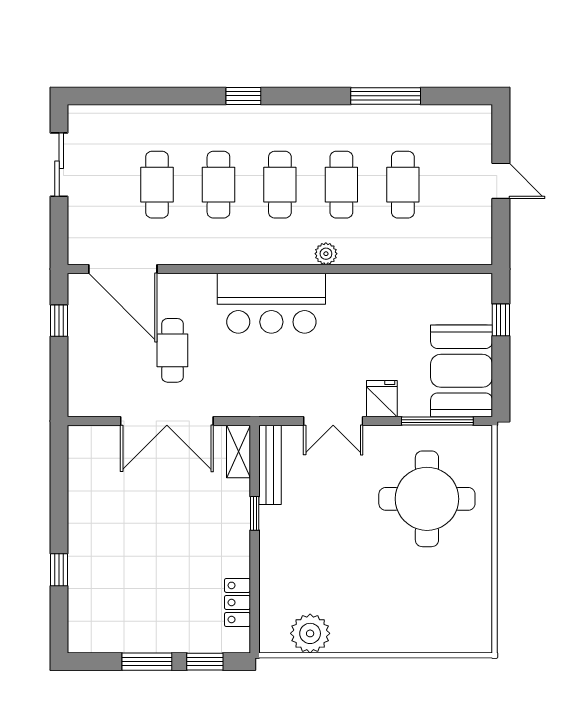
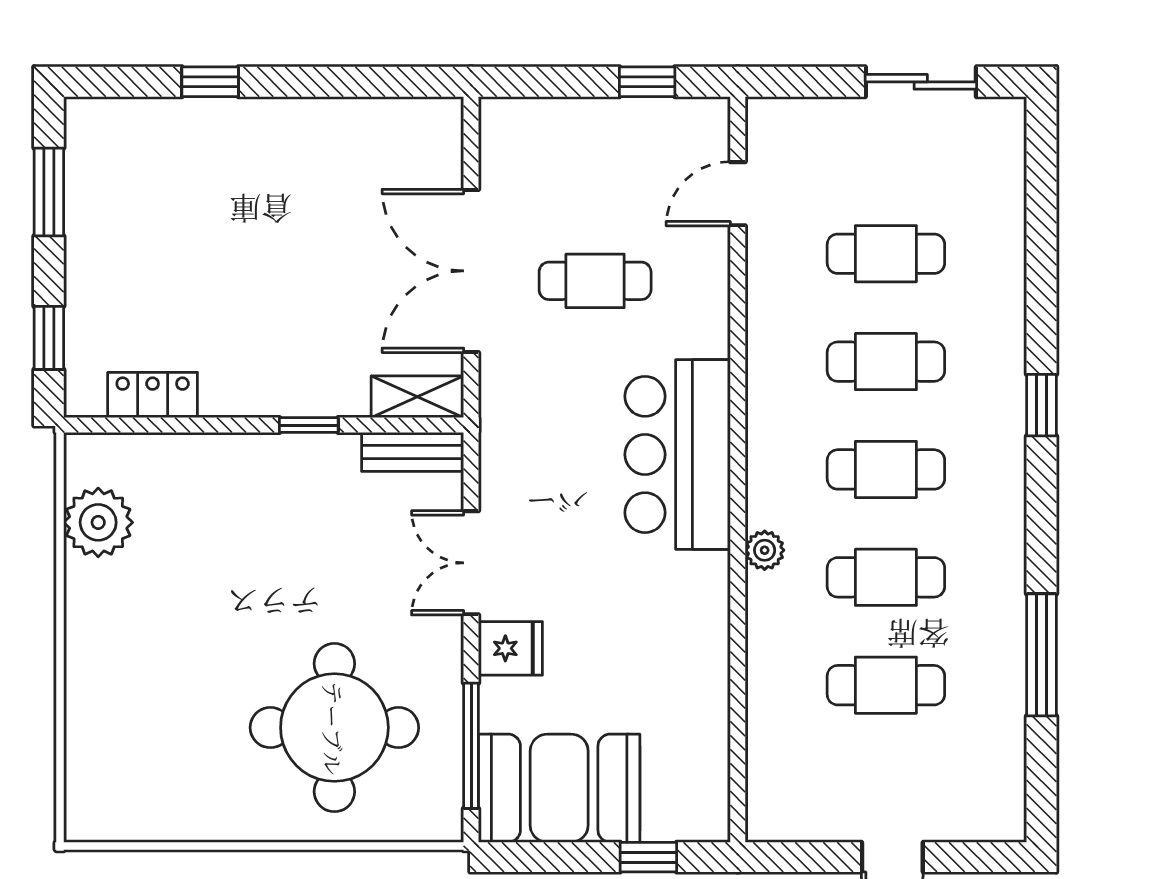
door: (123, 269) -> (738, 194), width x0.53
bench: (270, 465) -> (413, 452), width x0.73
window: (147, 662) -> (49, 192), moved

